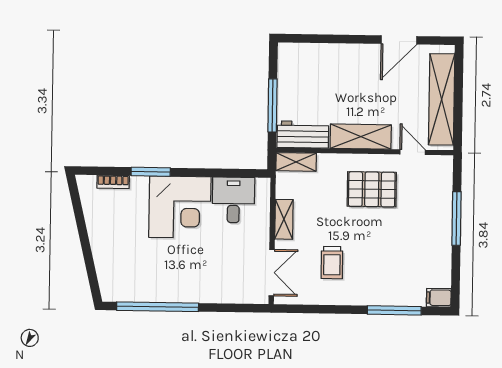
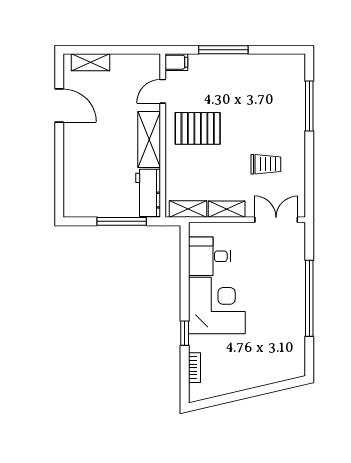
shelving: (442, 99) -> (91, 62), width x0.45, depth x0.75
shelving: (296, 162) -> (188, 209), moved, turned 90
window: (151, 172) -> (185, 333), width x0.67
pallet: (372, 189) -> (198, 128), turned 90
filing cabinet: (439, 298) -> (176, 62), moved, turned -90
window: (158, 307) -> (309, 298), moved

